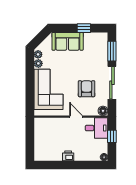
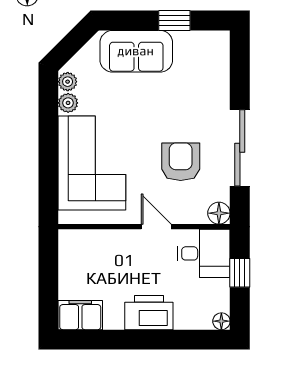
window: (112, 51) -> (240, 74), removed
filing cabinet: (44, 154) -> (80, 315), added
printer: (68, 156) -> (149, 313), width x1.87, depth x1.48

